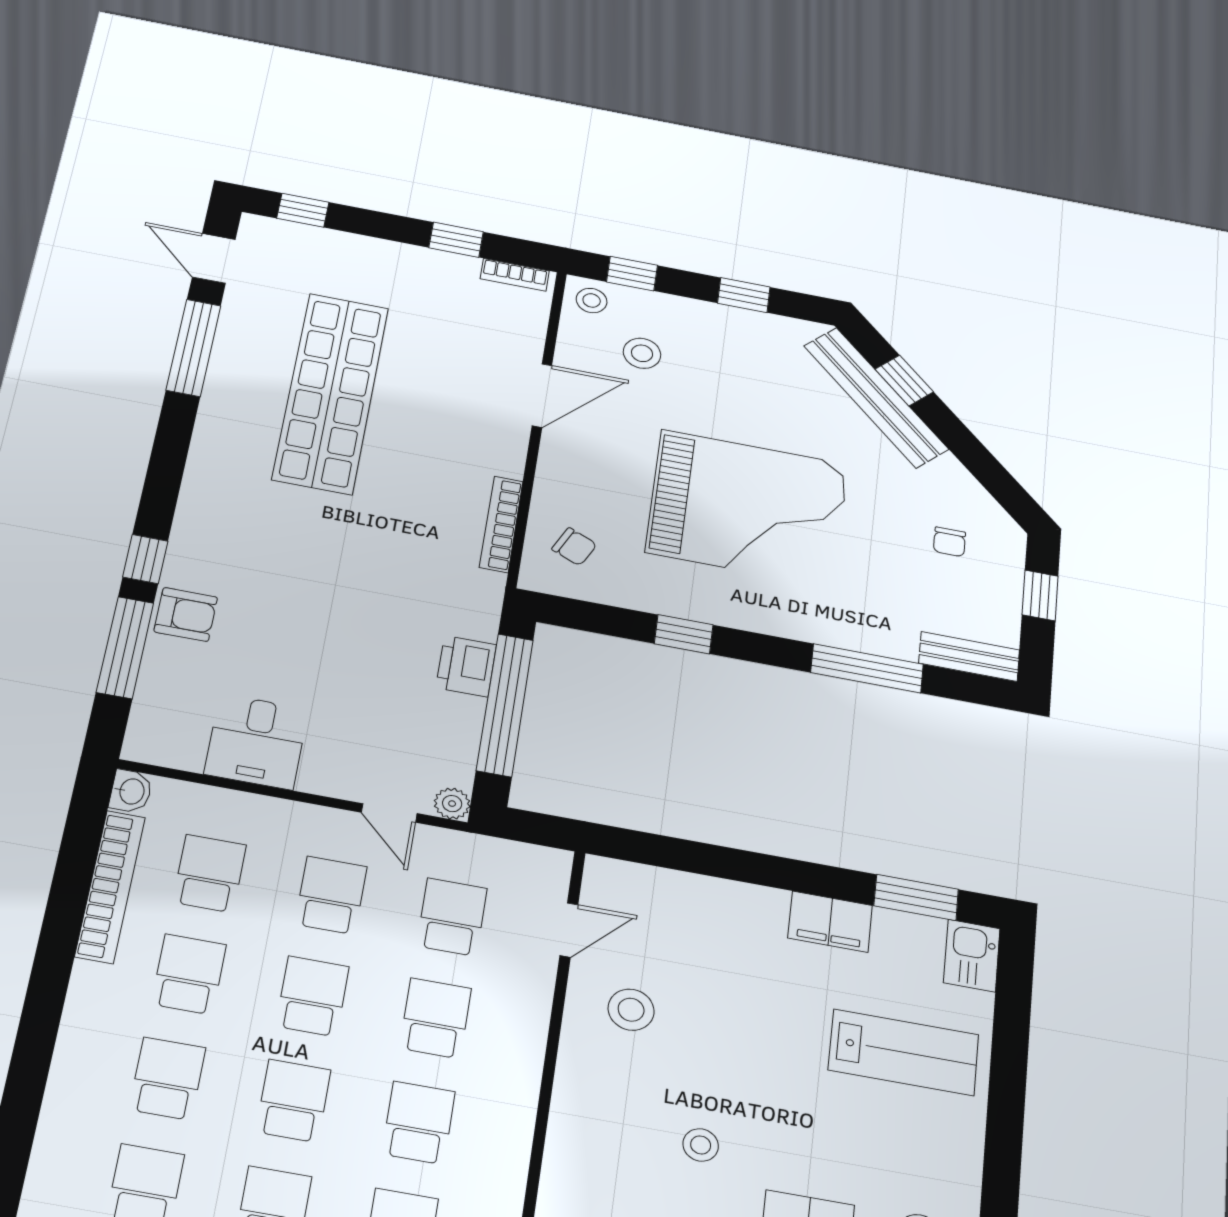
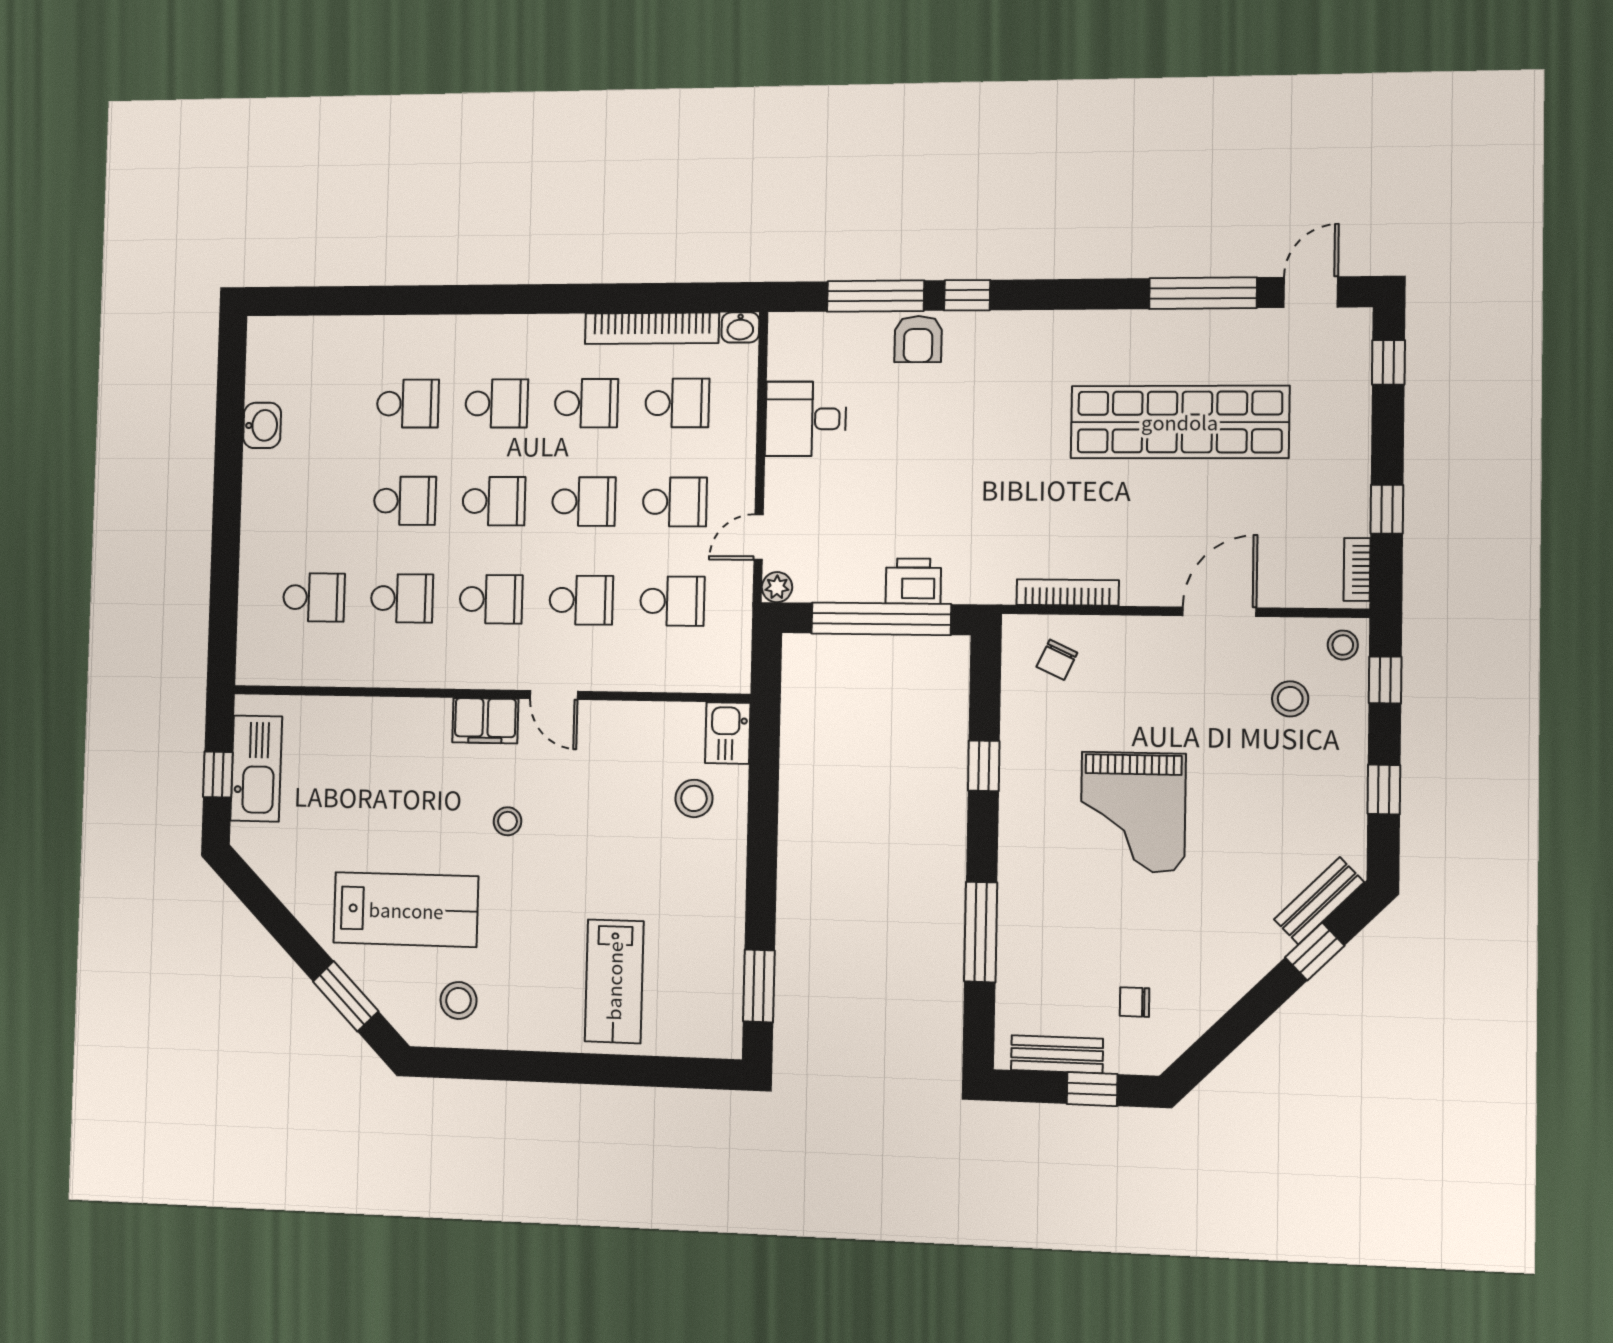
door: (542, 396) -> (1219, 612), swing flipped
bench: (876, 397) -> (1319, 901), width x0.54, depth x0.82
grand piano: (748, 508) -> (1133, 812), width x0.73, depth x0.68
bench: (969, 656) -> (1057, 1054), moved, turned 90
filing cabinet: (830, 922) -> (485, 721), moved, turned -90
door: (569, 930) -> (554, 695), moved
kitchen sink: (972, 956) -> (728, 733), moved, turned -90
stool: (631, 1010) -> (694, 798), moved

